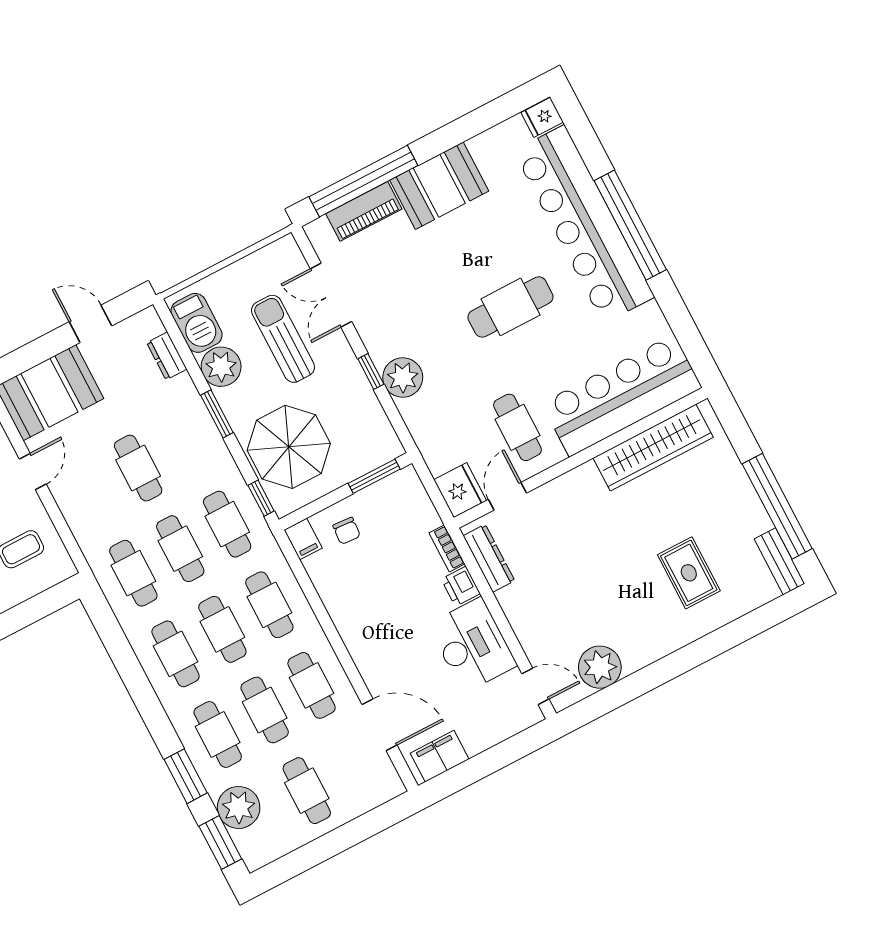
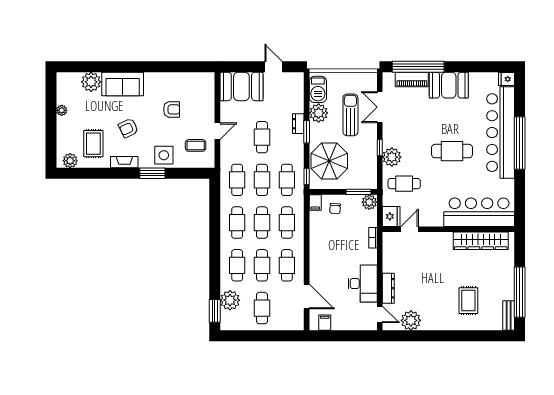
dresser: (167, 356) -> (298, 124), moved
cafe table: (517, 427) -> (404, 184), moved, turned 90
door: (33, 471) -> (217, 131), moved
plant: (405, 485) -> (369, 202), added
dresser: (489, 558) -> (388, 288), moved
printer: (461, 586) -> (370, 257), removed
filing cabinet: (440, 756) -> (325, 323), width x0.50
window: (186, 776) -> (215, 276), removed

